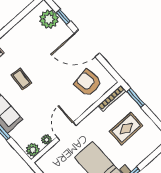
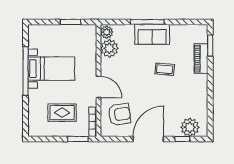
rug: (126, 129) -> (62, 113), turned 90
door: (66, 131) -> (99, 87), moved
plant: (46, 140) -> (109, 48), width x1.88, depth x1.88

